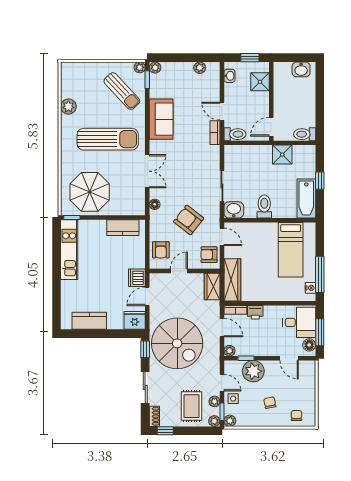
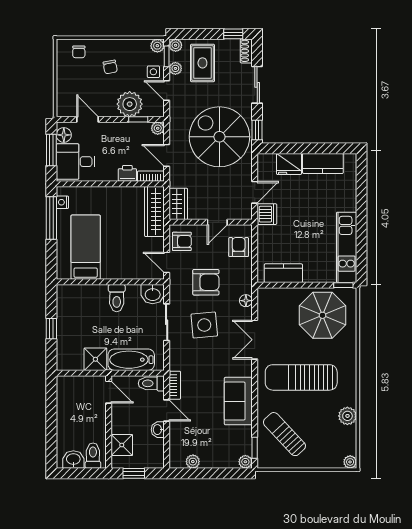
plant: (140, 67) -> (350, 462), moved
washbasin: (229, 76) -> (158, 430), moved
door: (271, 127) -> (109, 392), hinge flipped
toilet: (305, 134) -> (93, 456), moved, turned -90
side table: (190, 184) -> (204, 325), added
bathtub: (306, 199) -> (131, 360), moved, turned -90
armchair: (189, 220) -> (206, 282), turned -38
fridge: (135, 320) -> (289, 164), moved

